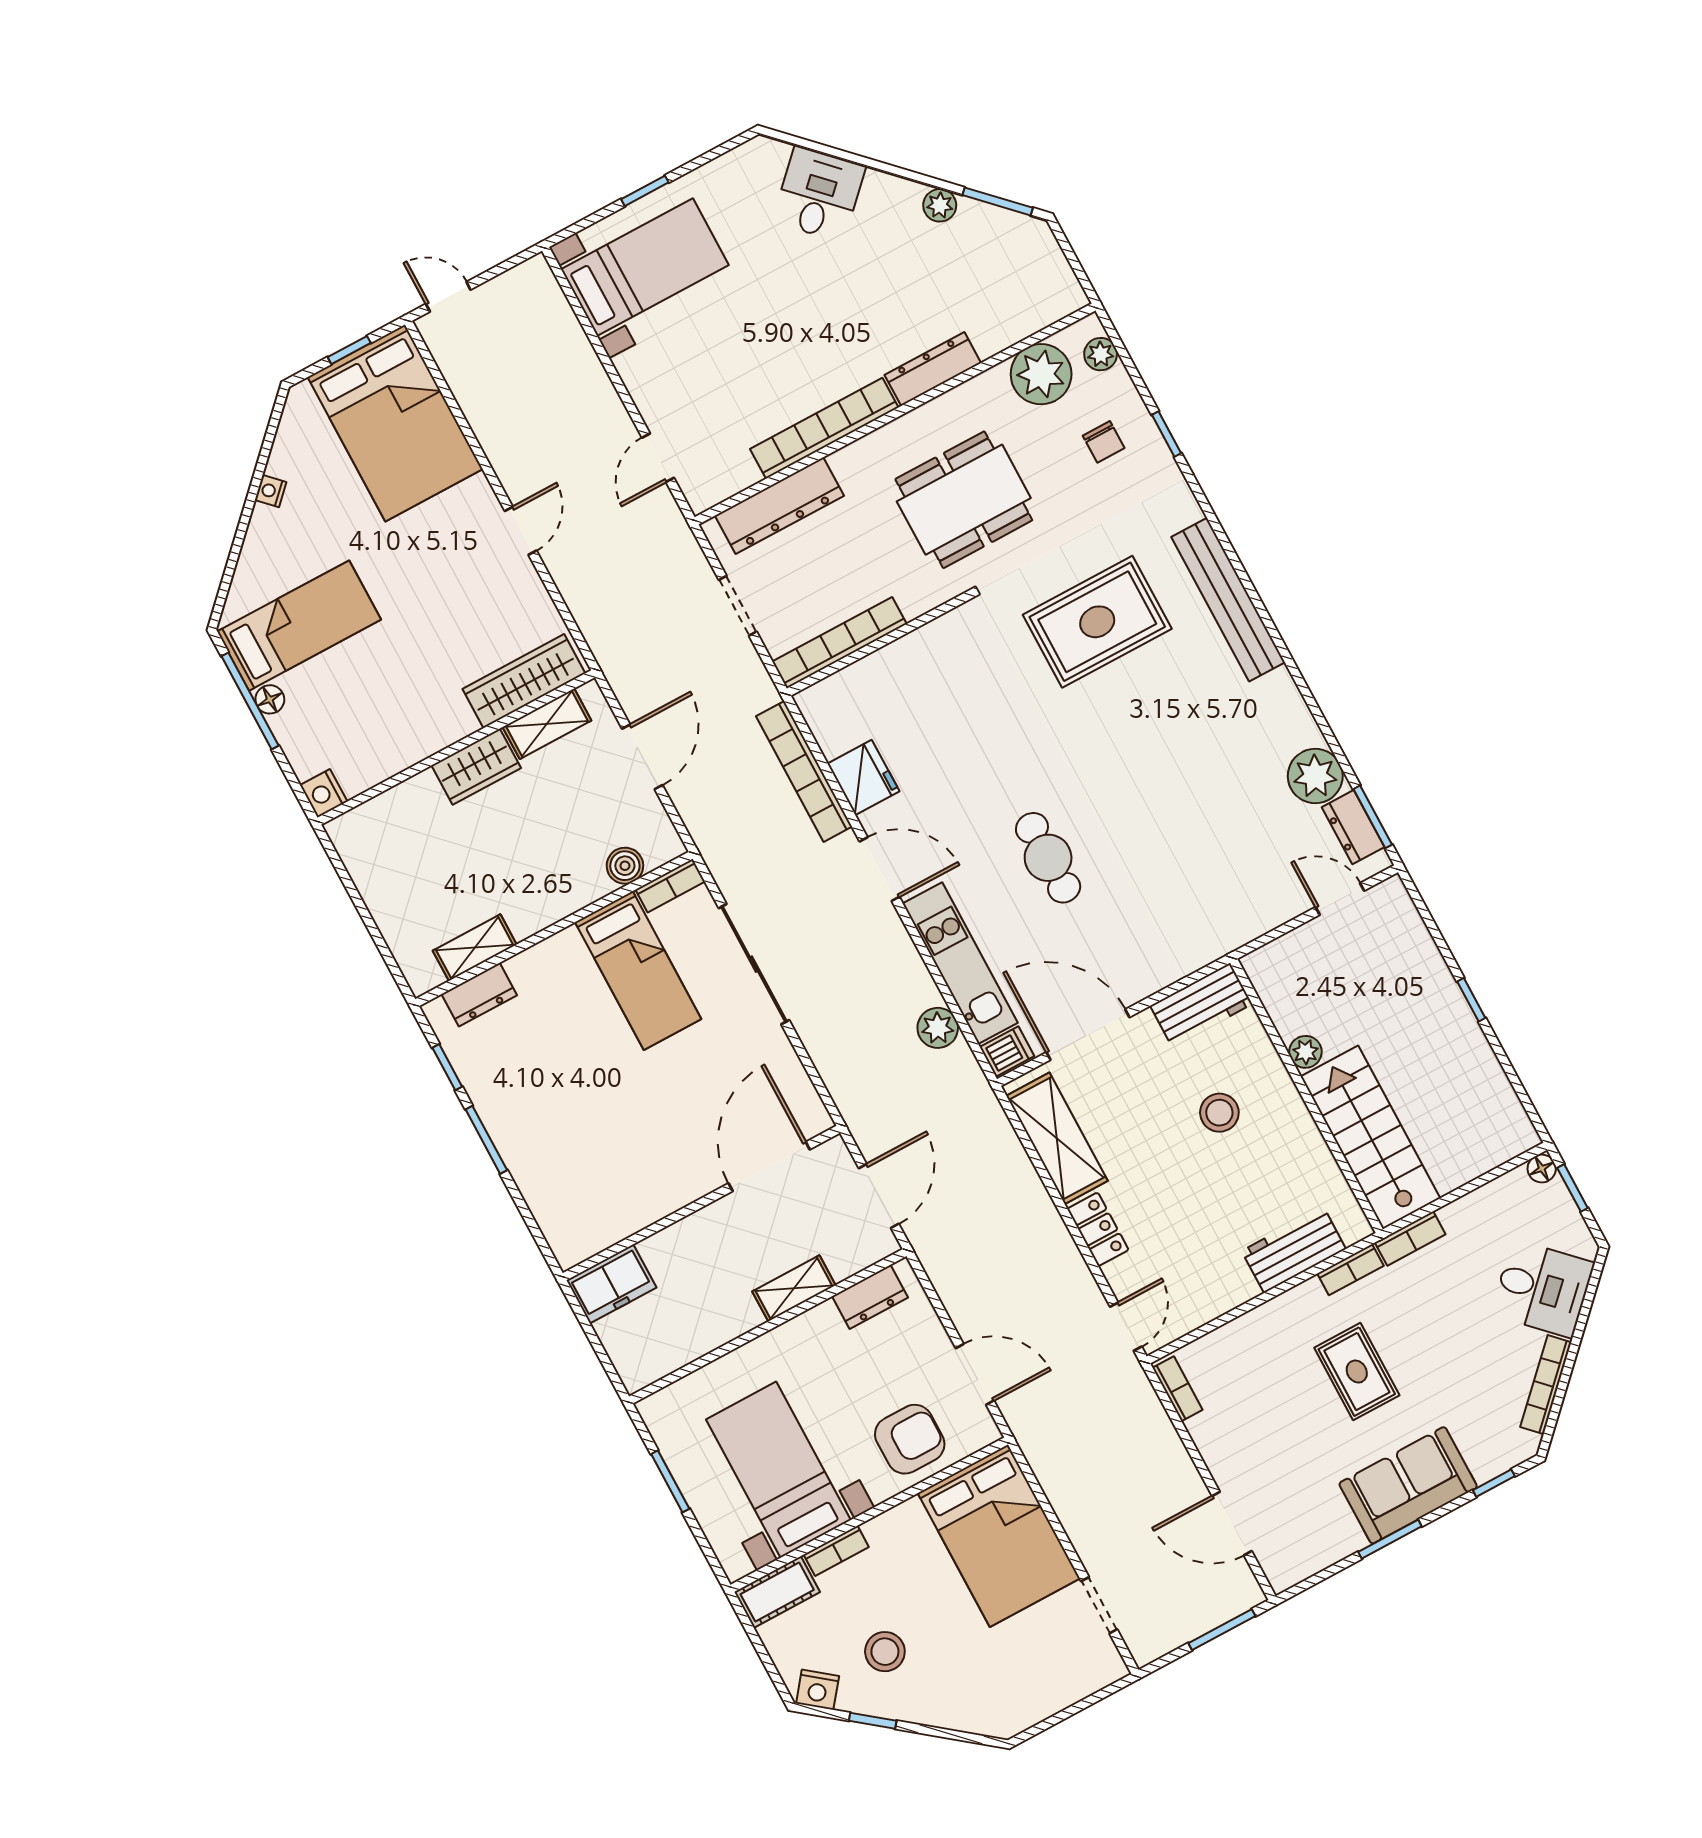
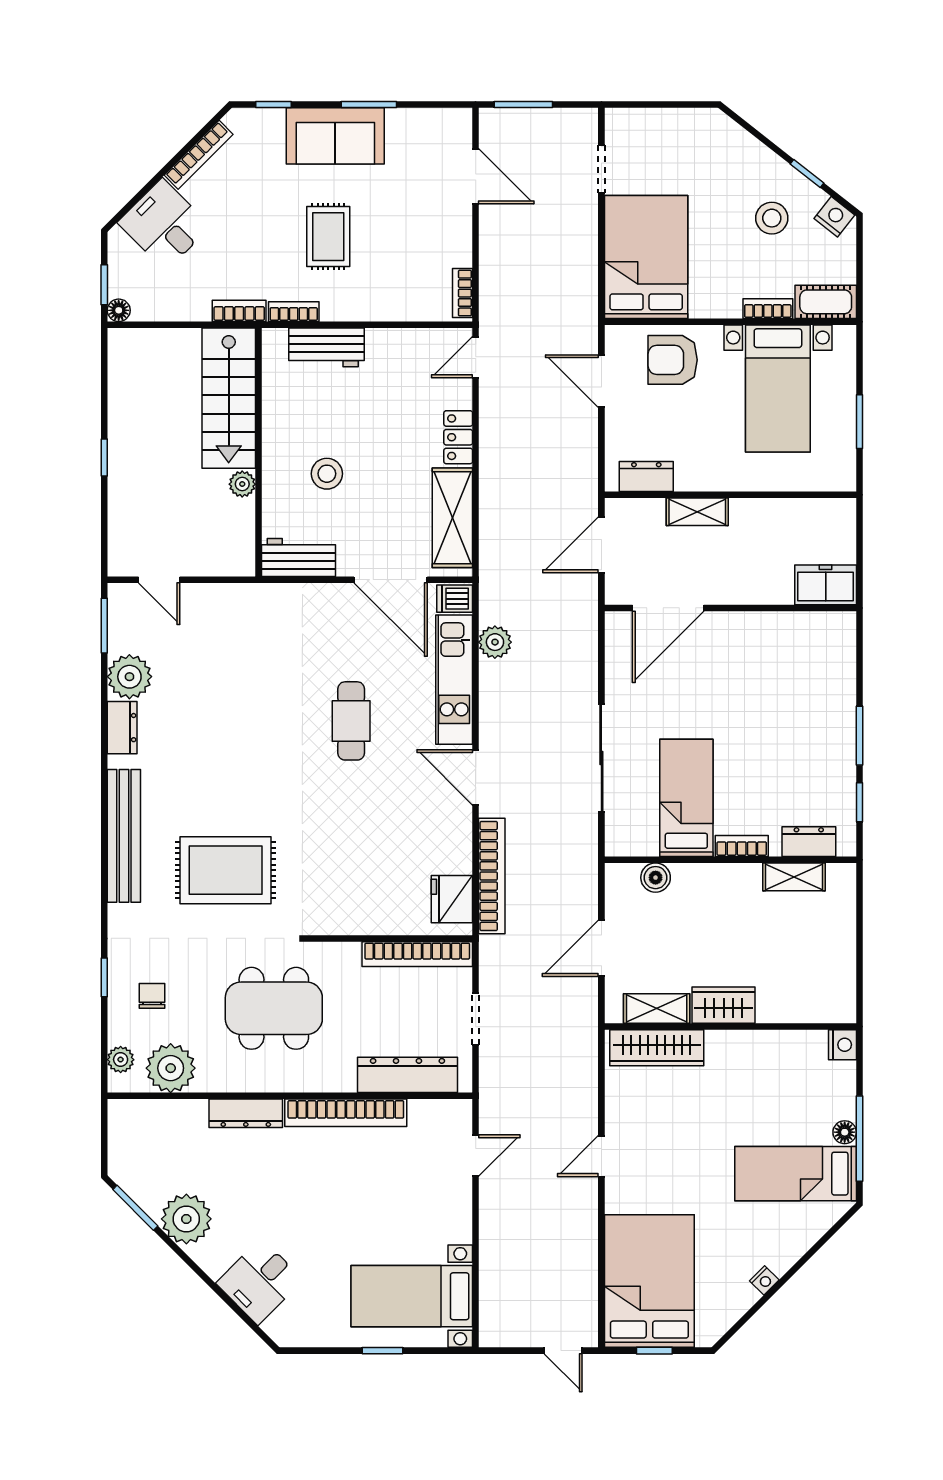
plant: (940, 205) -> (186, 1219), width x1.88, depth x1.88
fridge: (863, 777) -> (452, 899), moved
dresser: (1353, 827) -> (122, 728), moved
bookcase: (670, 886) -> (742, 846), moved

